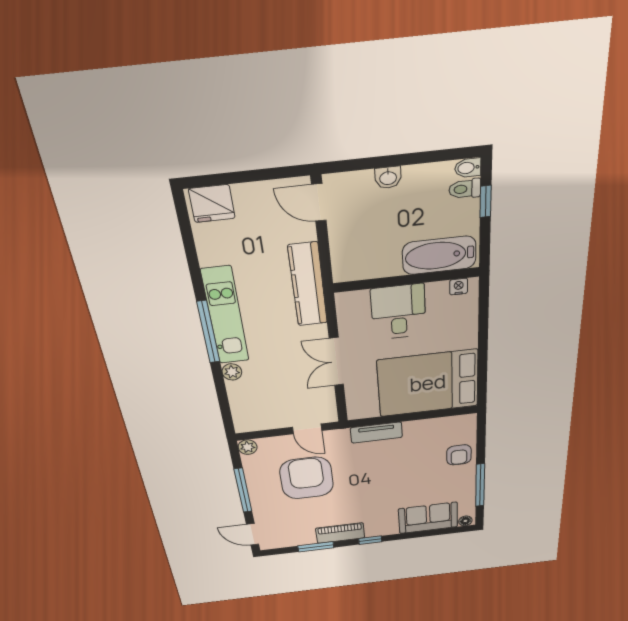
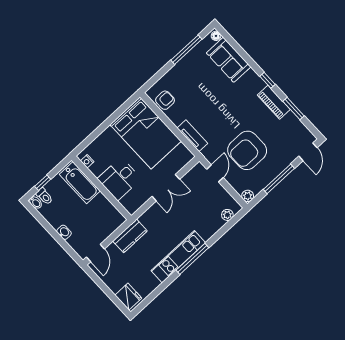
kitchen counter: (308, 285) -> (130, 236), width x0.67
plant: (232, 372) -> (227, 215), moved
armchair: (459, 455) -> (165, 100), moved

